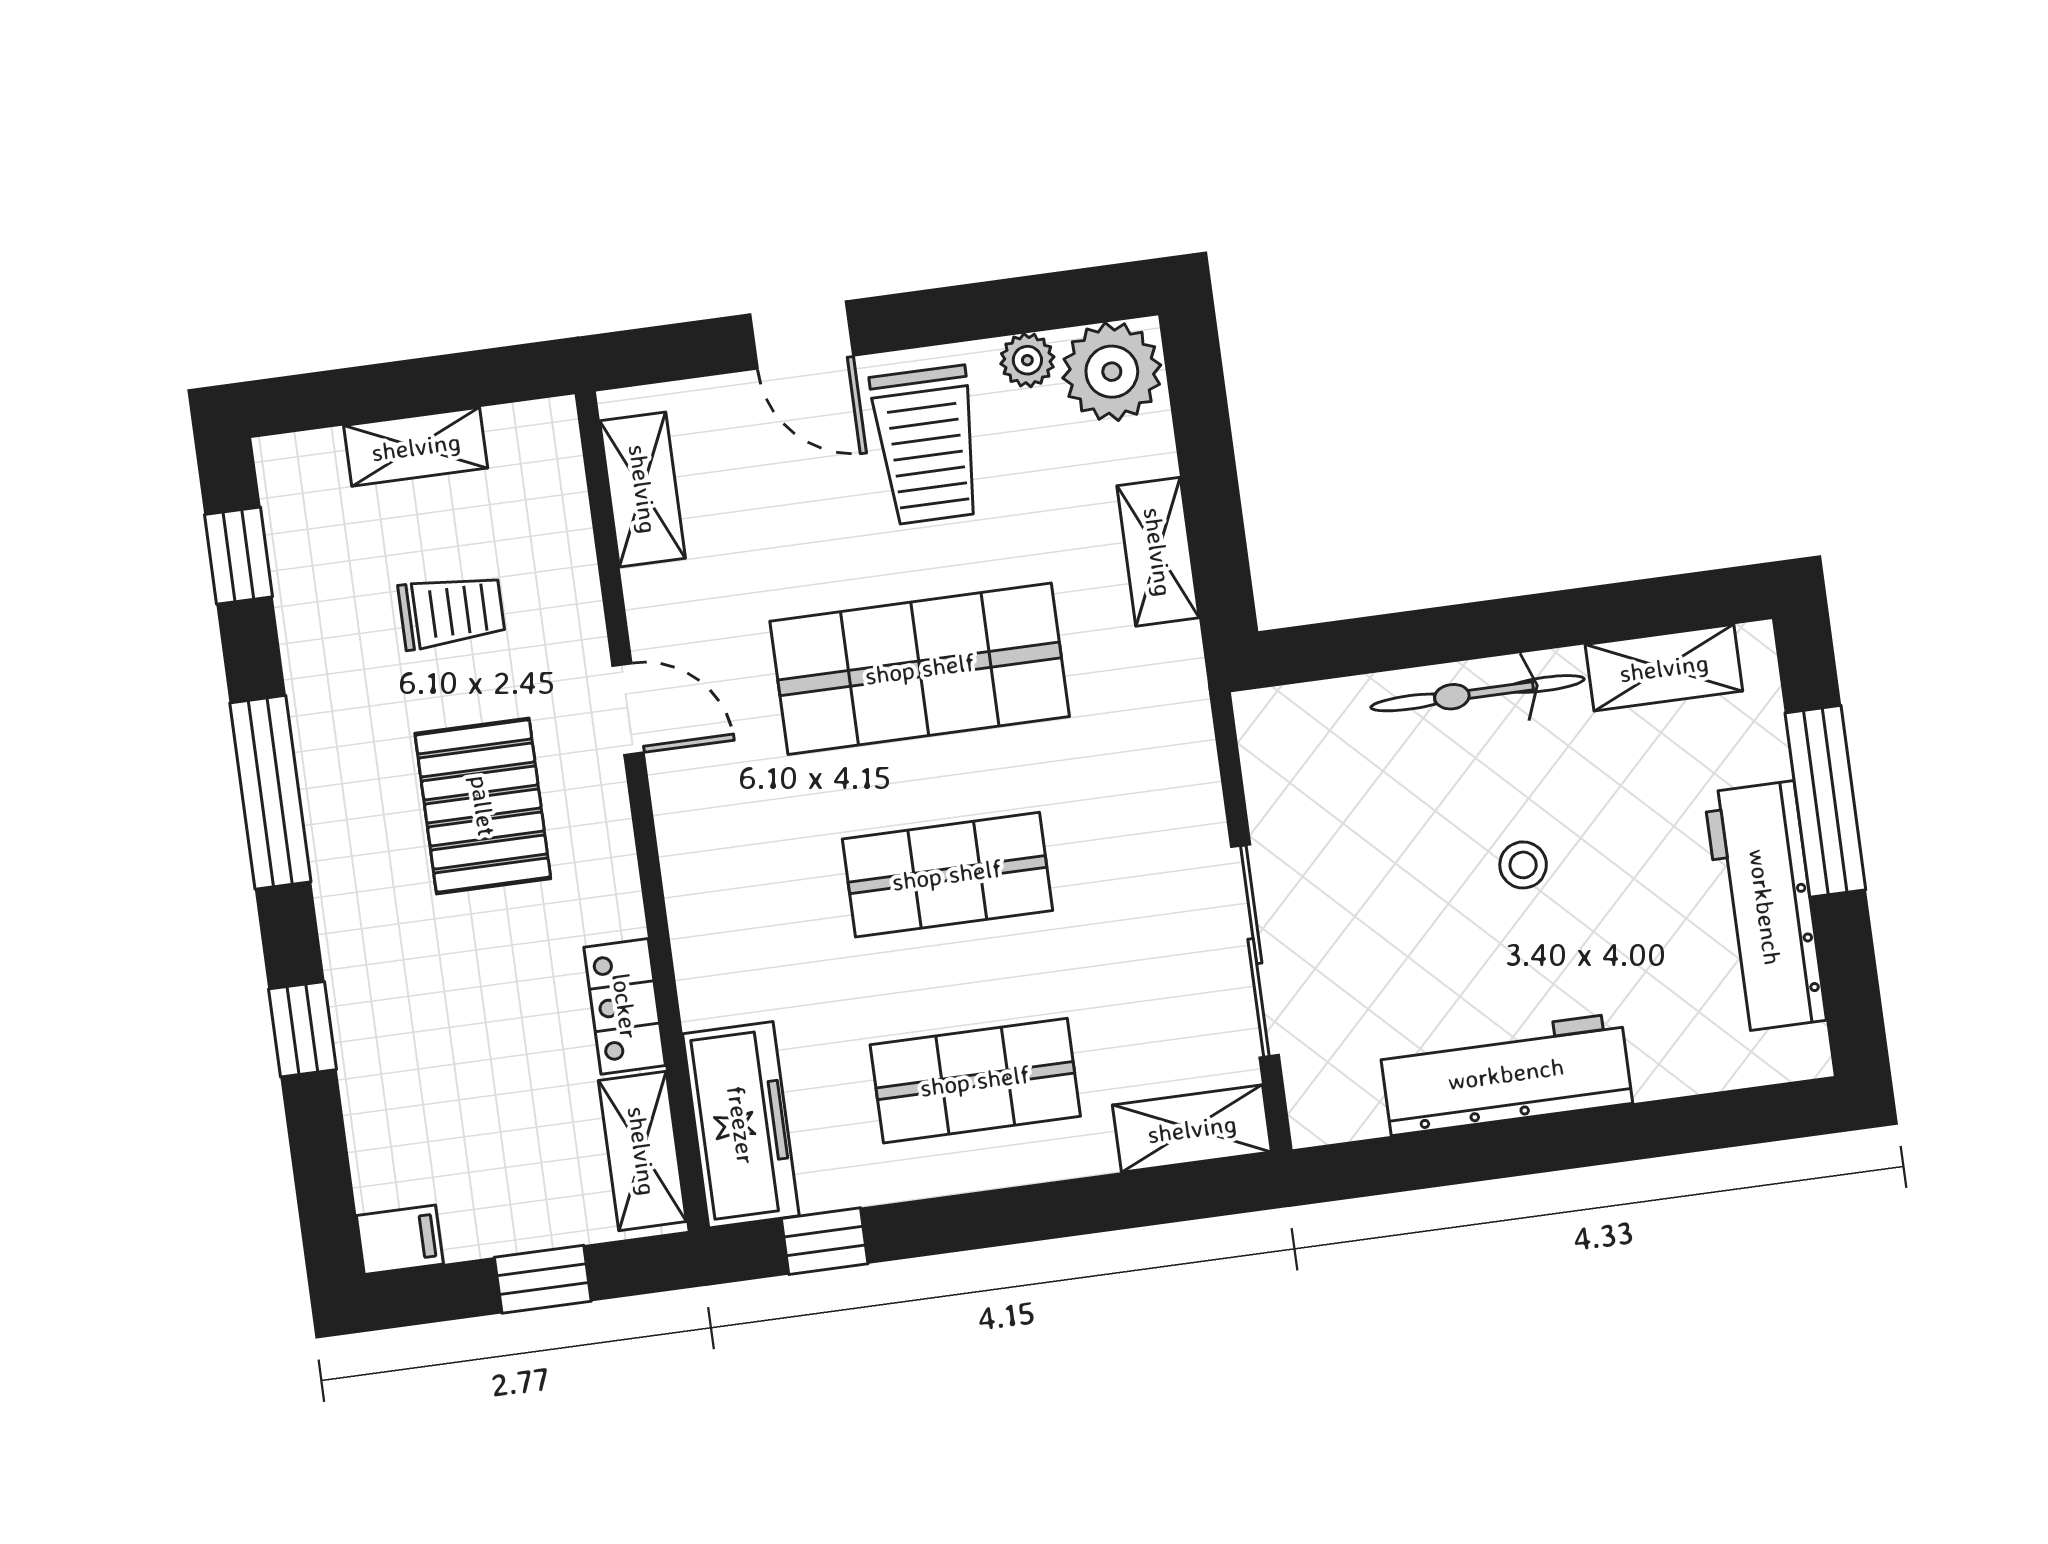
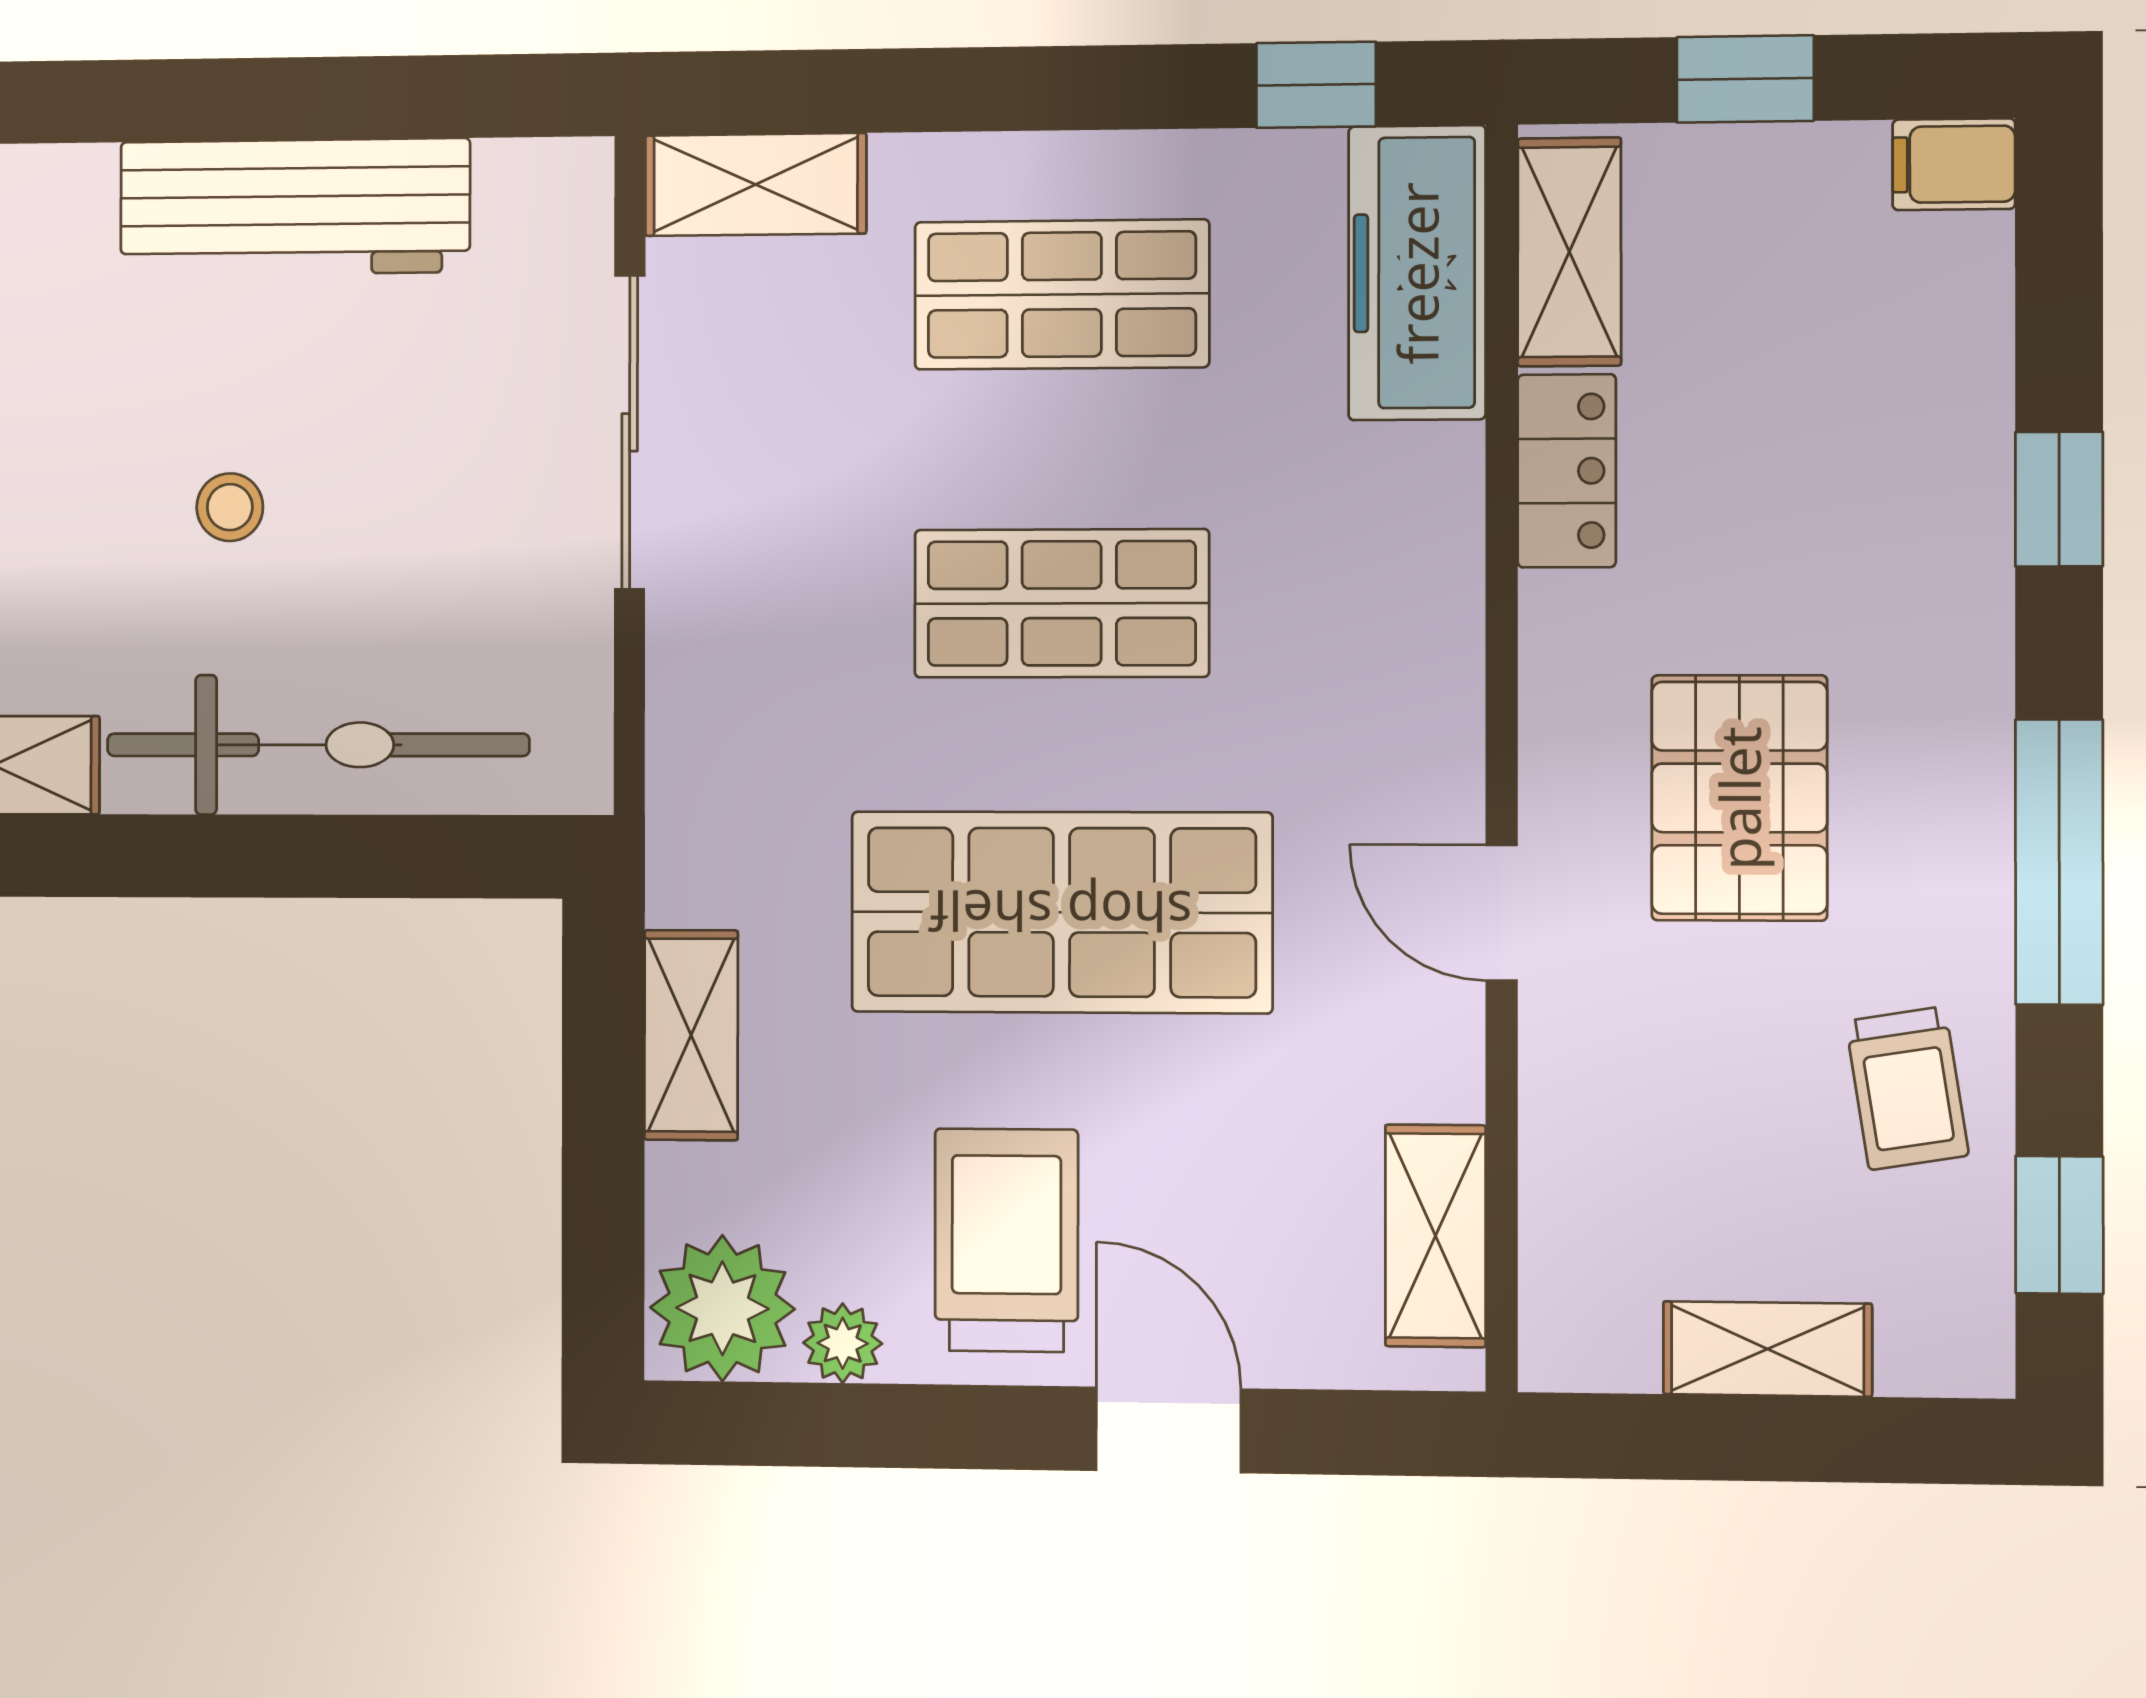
trolley: (452, 612) -> (1907, 1088), moved, turned -99
bicycle: (1478, 693) -> (318, 745), width x1.37, depth x1.40

